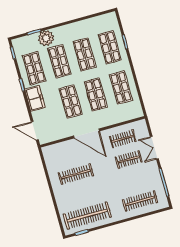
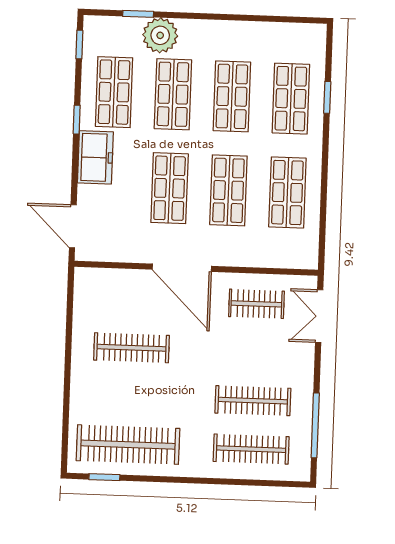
double door: (154, 148) -> (319, 316), moved
clothes rail: (129, 160) -> (253, 401), moved, width x1.36

